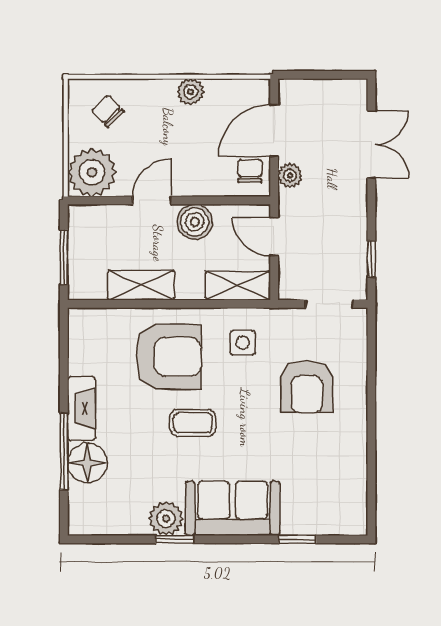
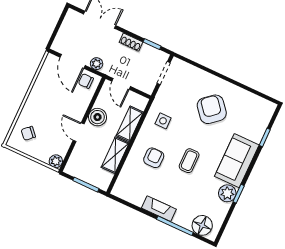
plant: (191, 92) -> (37, 91), removed
plant: (92, 172) -> (56, 161), width x0.53, depth x0.53
shoe rack: (357, 220) -> (131, 42), added
door: (274, 237) -> (121, 84), hinge flipped
shelving: (238, 286) -> (130, 124), moved
armchair: (169, 357) -> (154, 158), width x0.53, depth x0.53
armchair: (307, 387) -> (212, 109), moved, turned -130
floor lamp: (87, 463) -> (202, 225), moved

